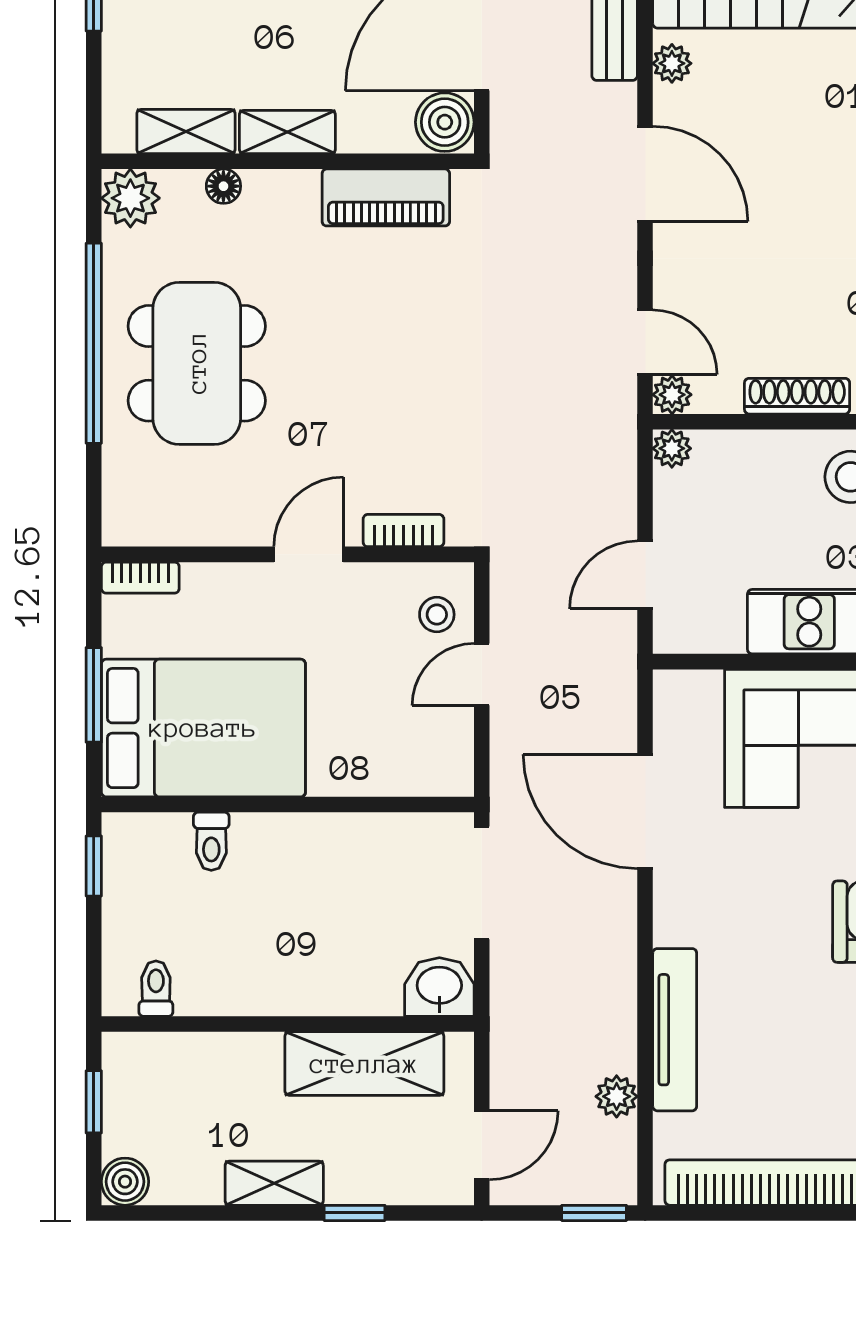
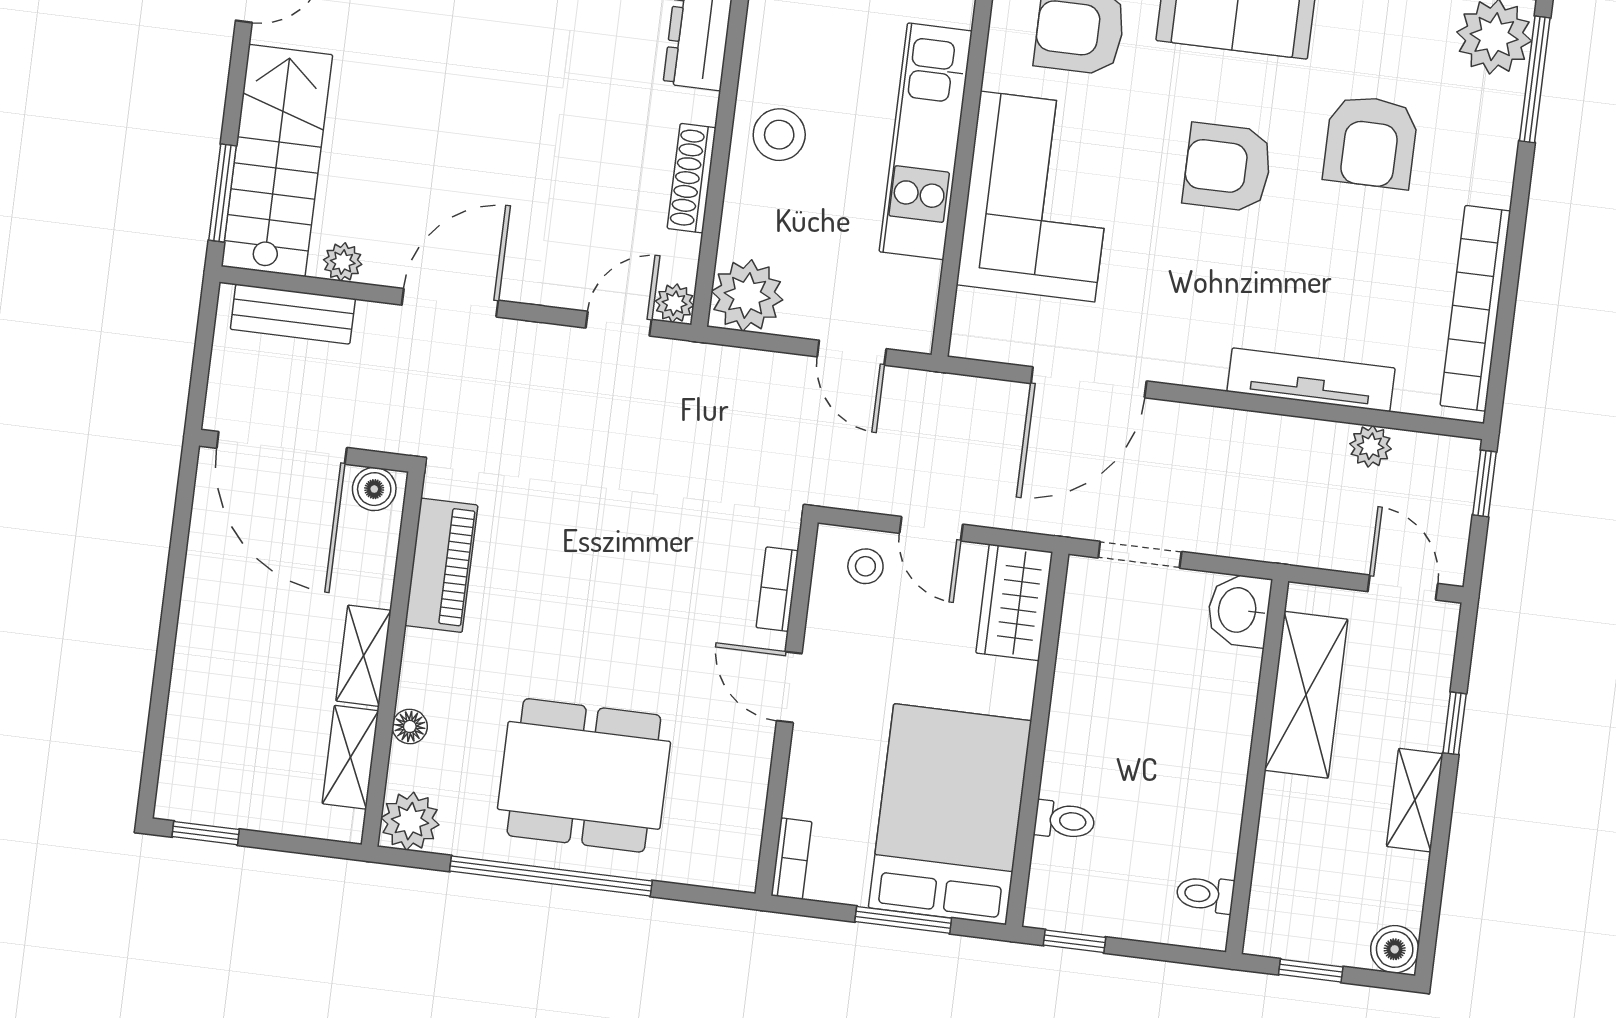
boiler: (445, 122) -> (374, 489), width x0.73, depth x0.73
plant: (672, 448) -> (747, 296), width x1.87, depth x1.87
wardrobe: (419, 765) -> (1014, 602), added
doorway: (482, 883) -> (1140, 555), width x0.73

